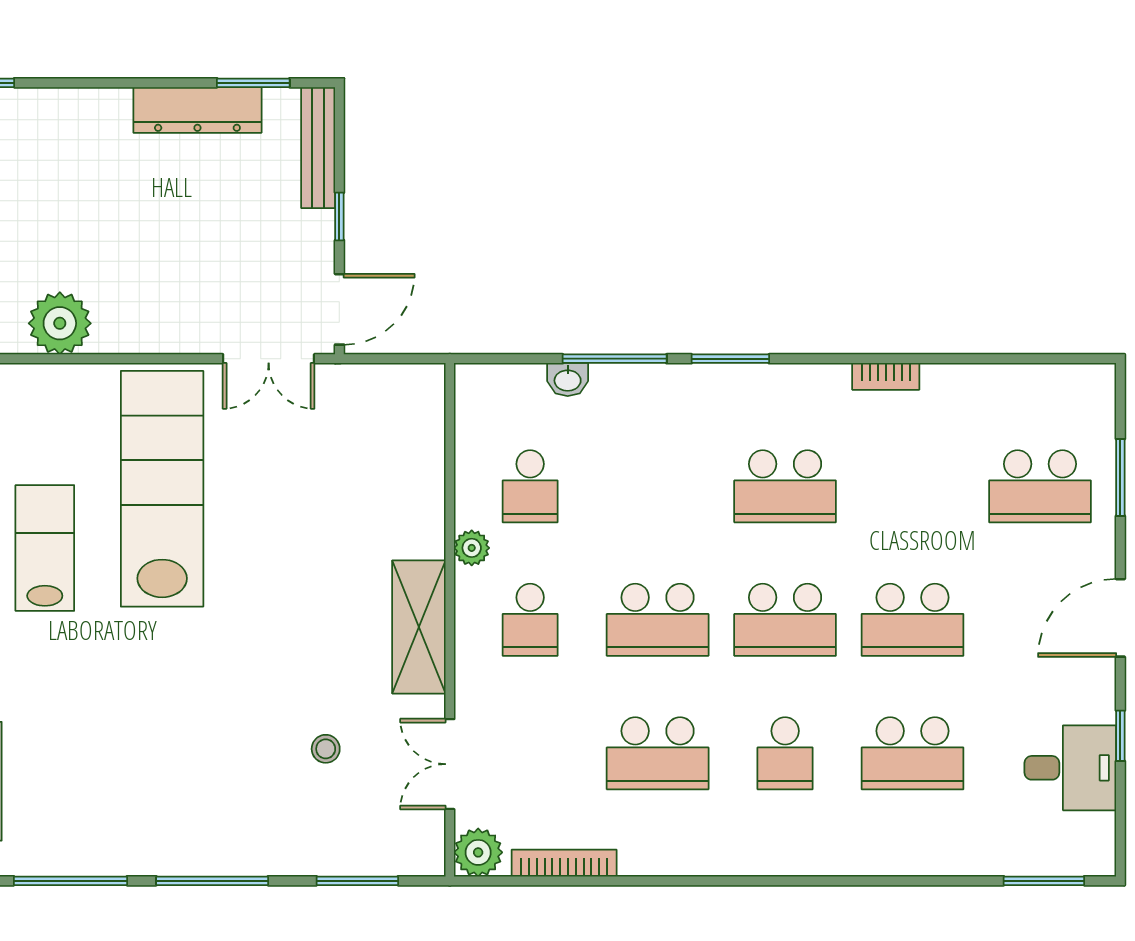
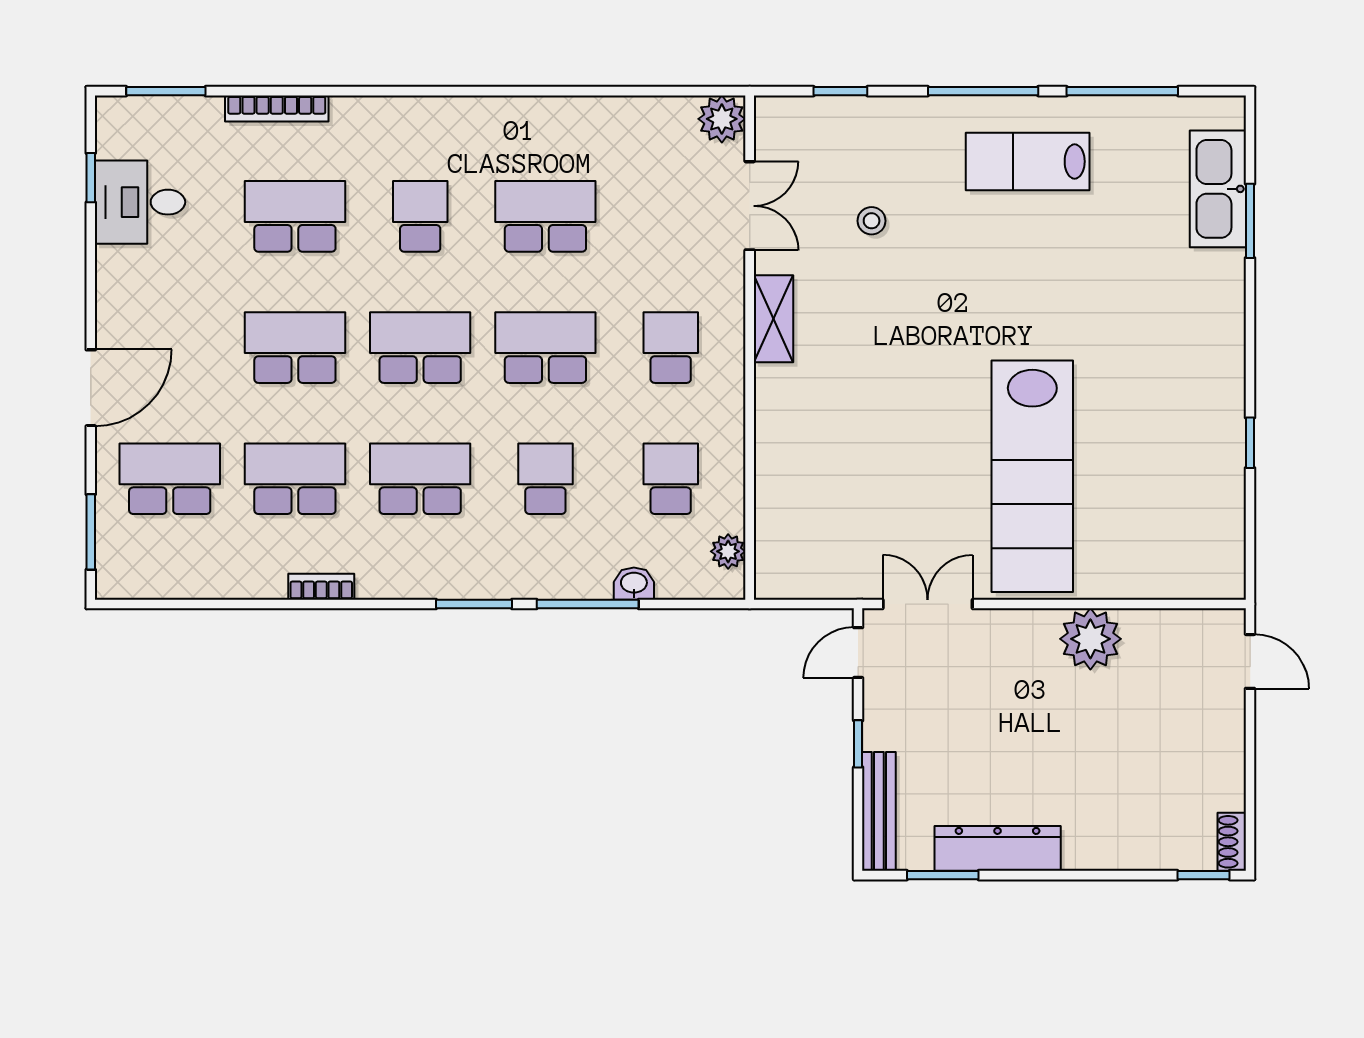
door: (339, 309) -> (858, 653), width x0.73
plant: (60, 323) -> (1090, 639), moved
window: (1120, 477) -> (91, 532), moved
school desk: (658, 486) -> (545, 479), added
school desk: (913, 486) -> (295, 479), added
lab bench: (45, 548) -> (1028, 161), moved, turned 90
plant: (472, 548) -> (728, 551), moved
door: (1120, 618) -> (91, 388), moved
shelving: (419, 627) -> (773, 319), width x0.67, depth x0.75
window: (1120, 736) -> (91, 178), moved
bookcase: (564, 863) -> (277, 109), moved
window: (357, 881) -> (840, 91), width x0.67

